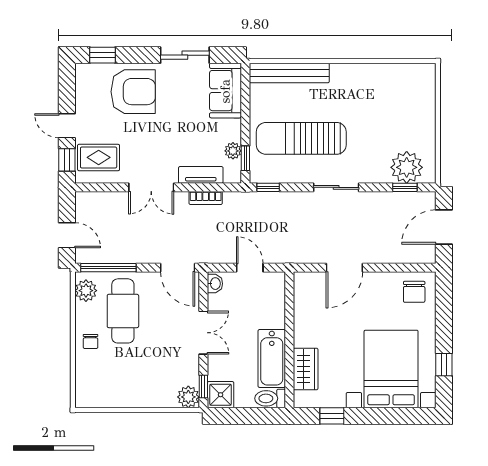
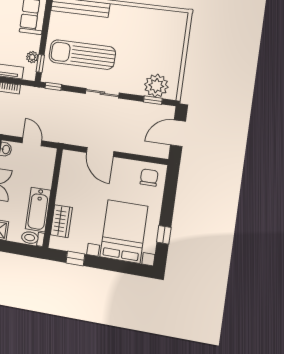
door: (344, 268) -> (100, 152), hinge flipped
chair: (414, 292) -> (149, 178), turned 180

